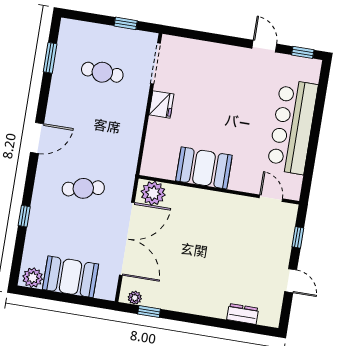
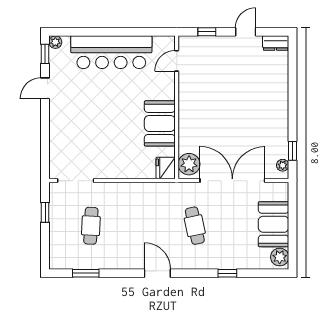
plant: (314, 66) -> (55, 42), added
fridge: (161, 104) -> (166, 168), moved, turned -90
dresser: (243, 314) -> (276, 43), moved, turned -90

